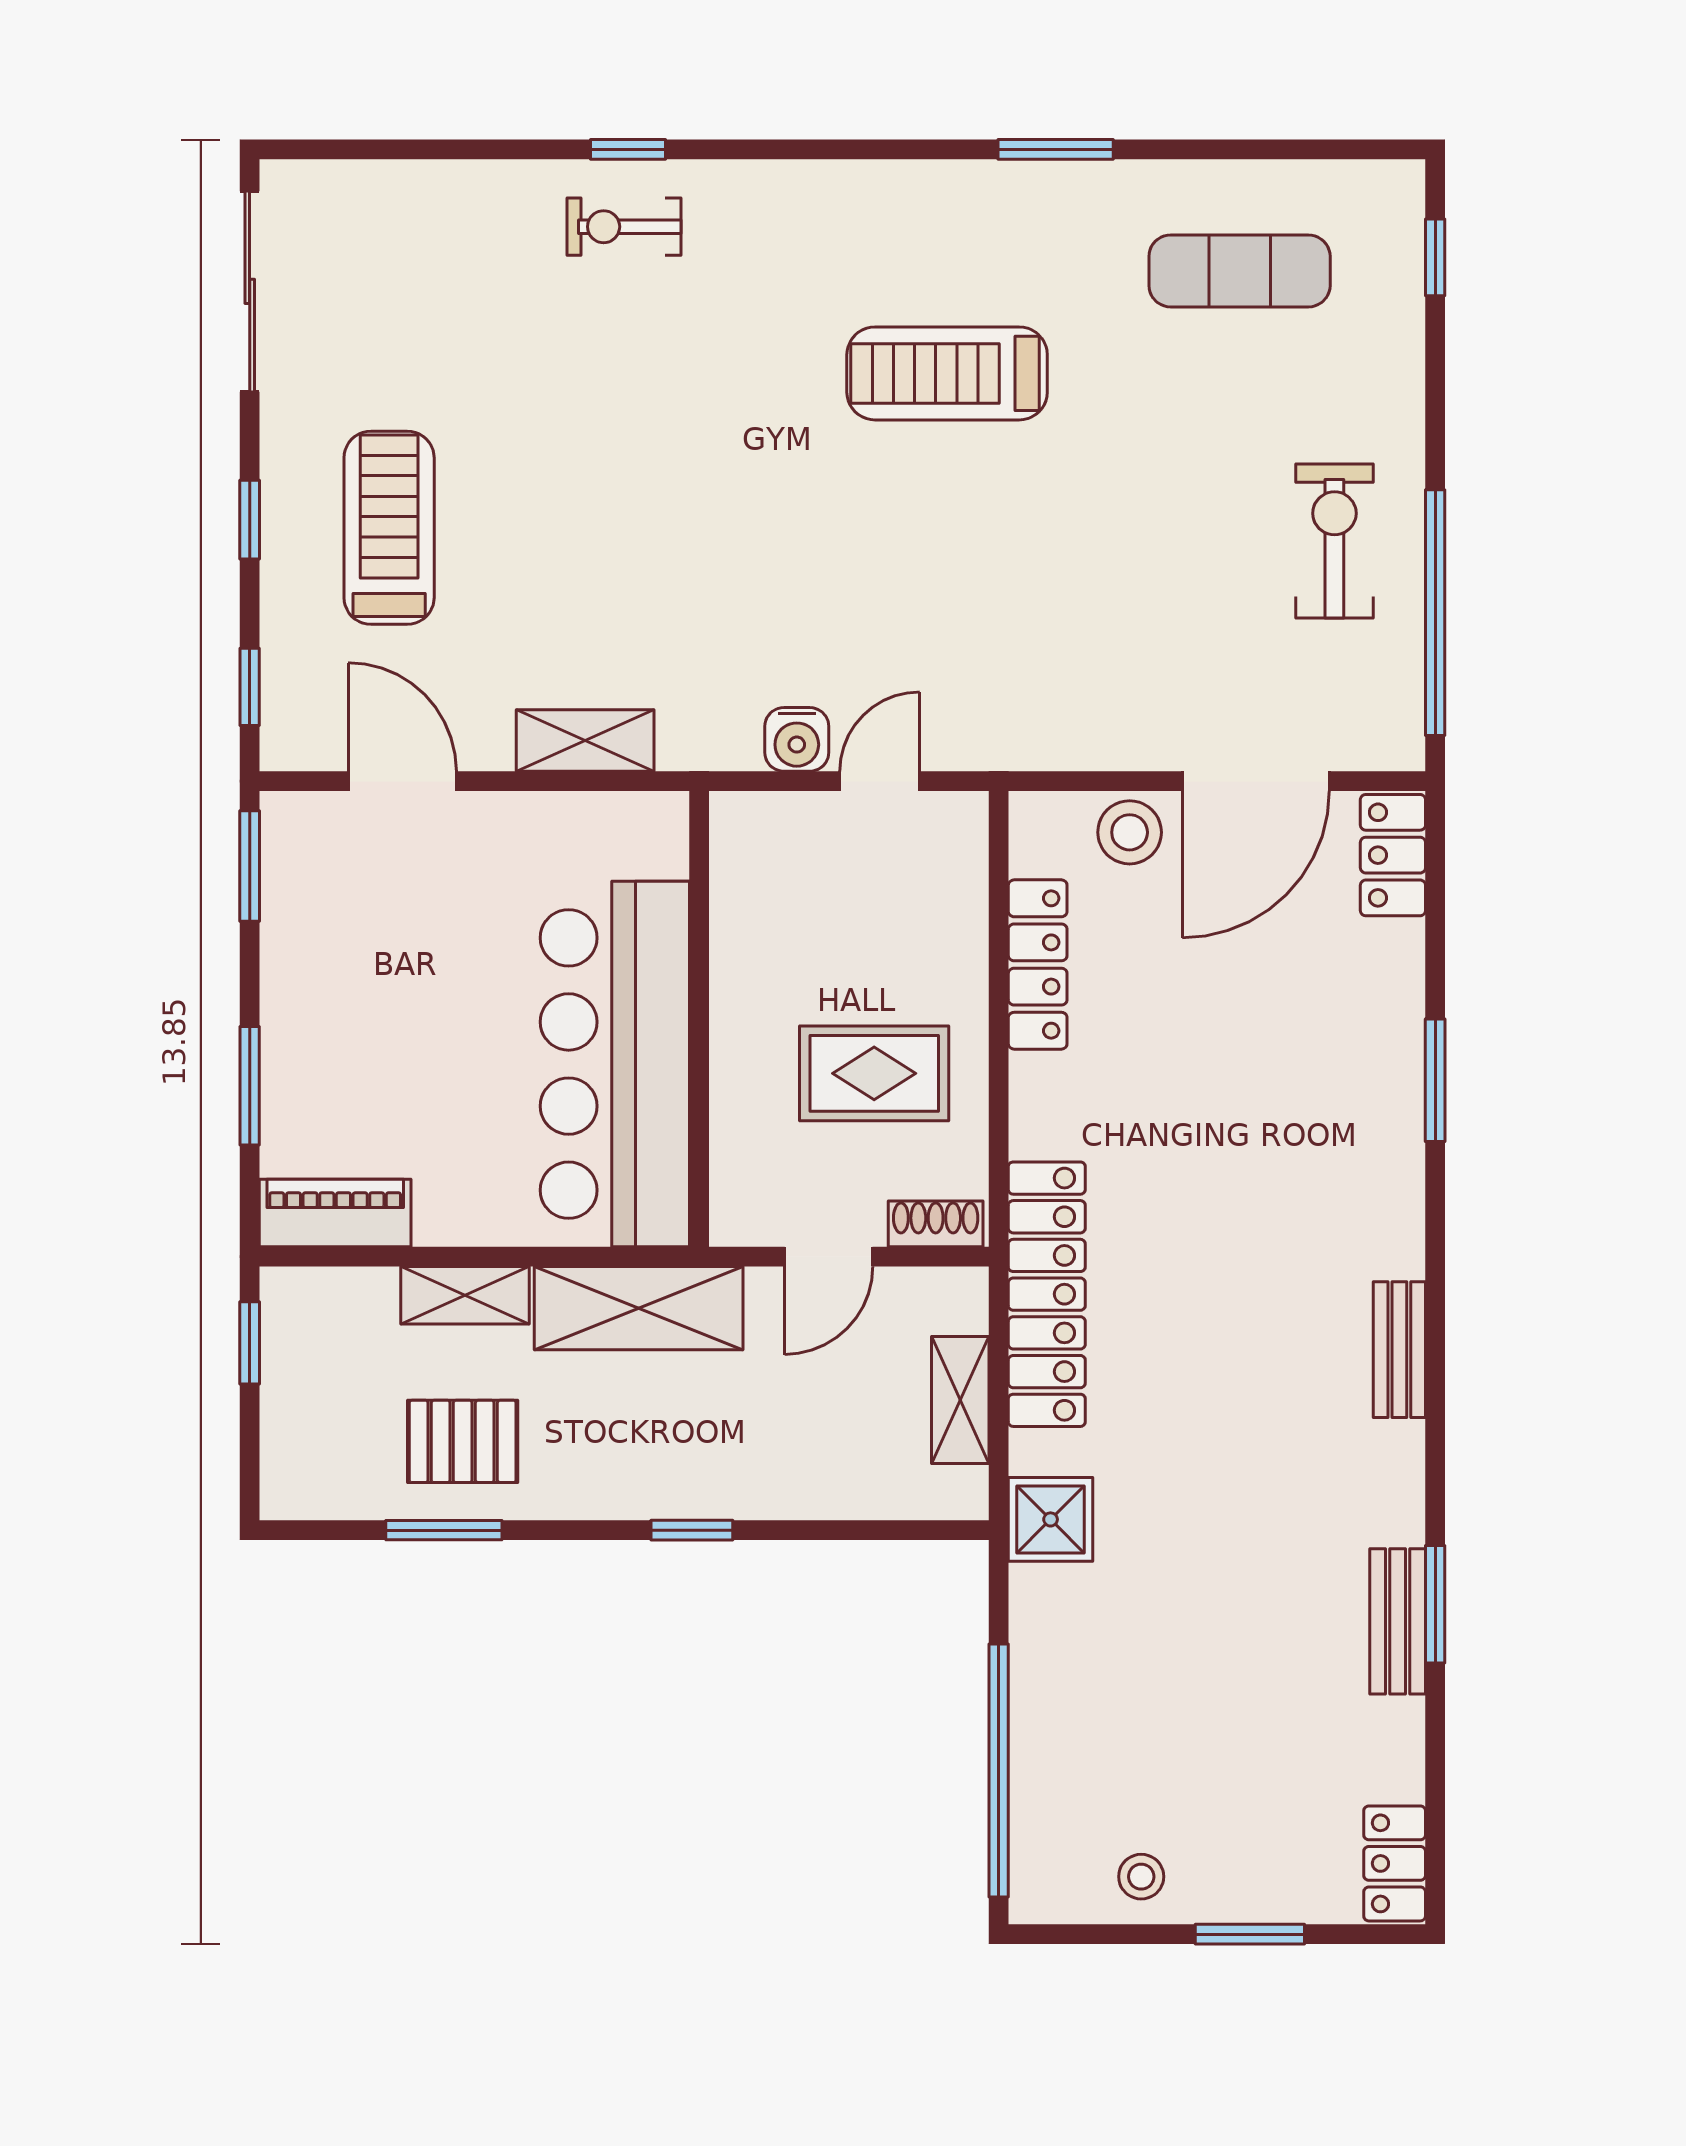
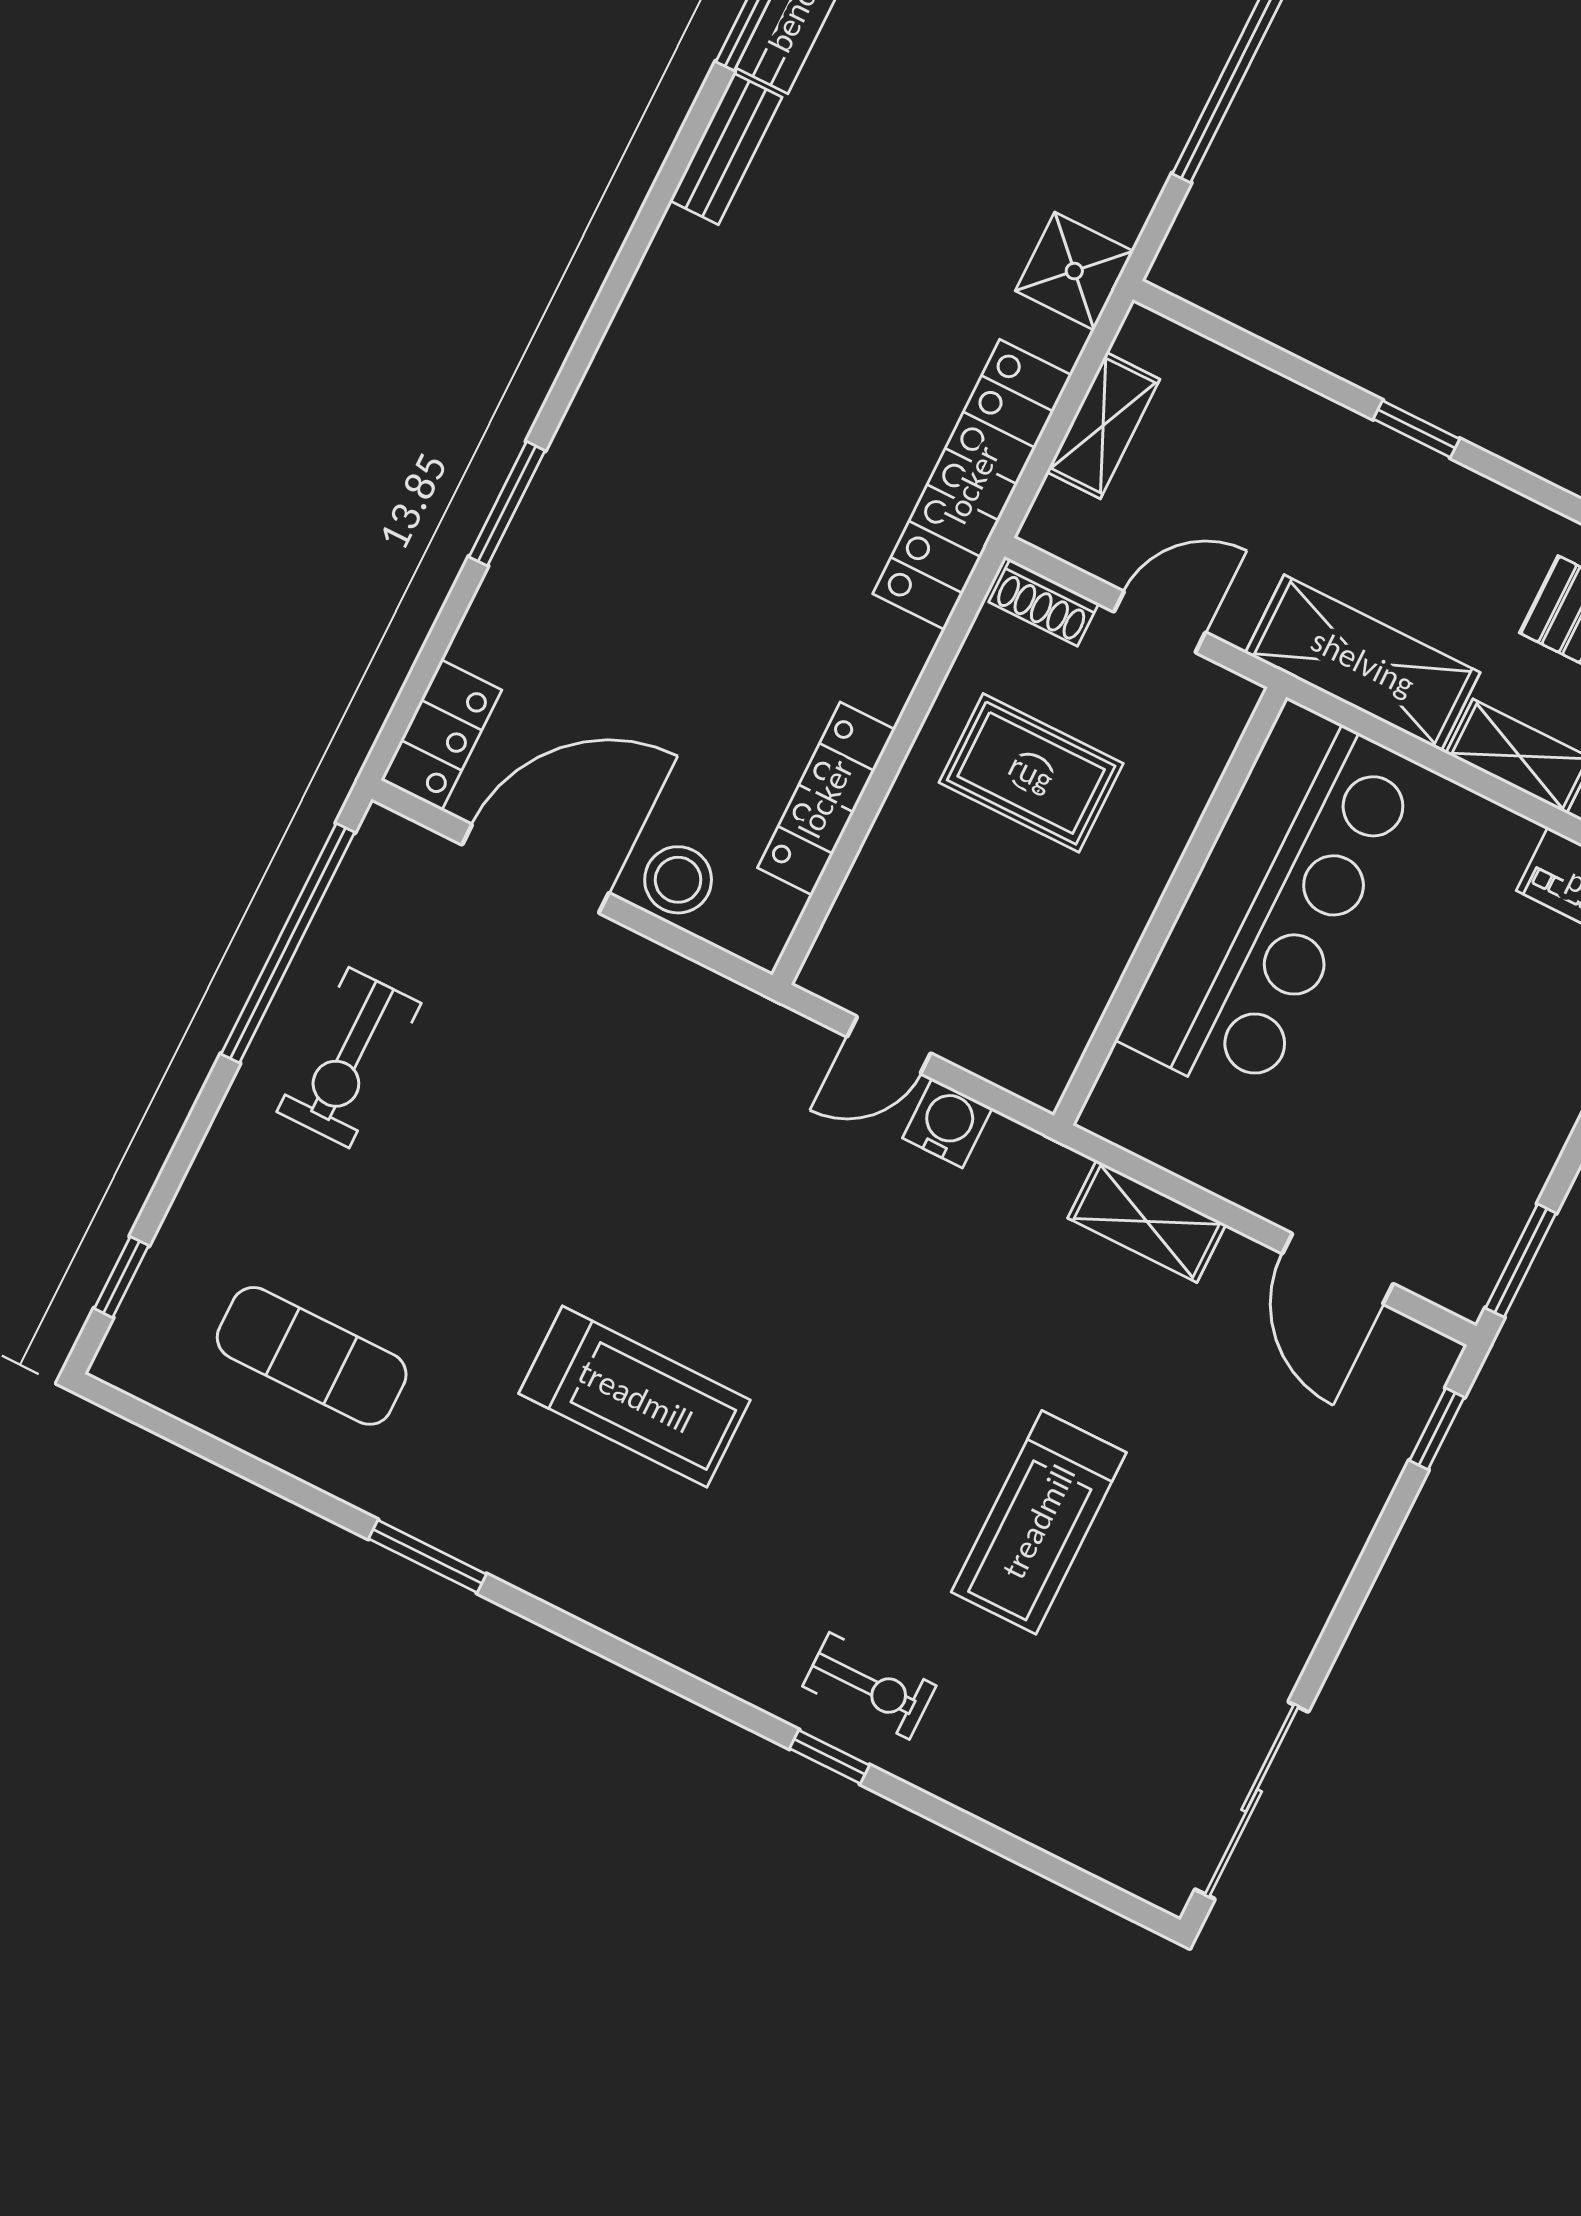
window: (250, 520) -> (1359, 1586), removed
treadmill: (389, 528) -> (1039, 1522), moved
bench: (1399, 1350) -> (726, 149), moved

